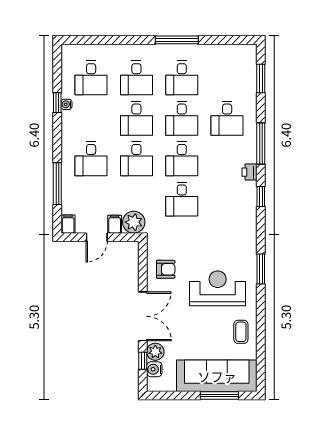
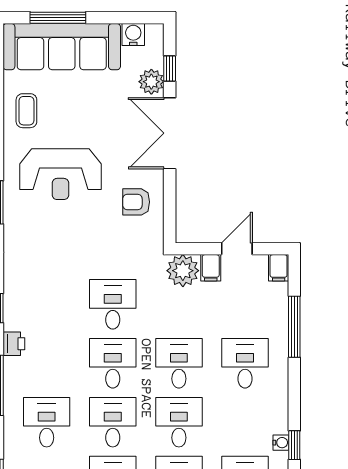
water cooler: (154, 369) -> (133, 34), moved, turned -90

